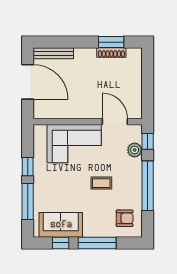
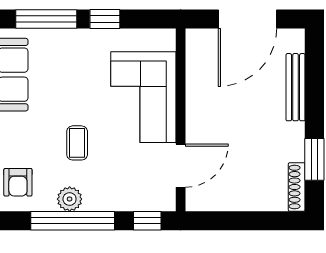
bench: (53, 53) -> (296, 87), moved
shoe rack: (111, 53) -> (297, 187), moved
plant: (135, 150) -> (70, 199), moved

